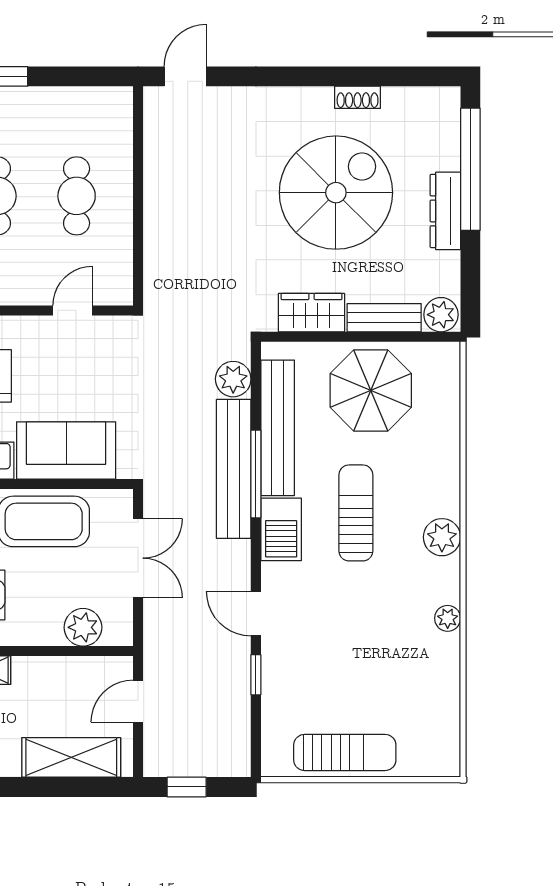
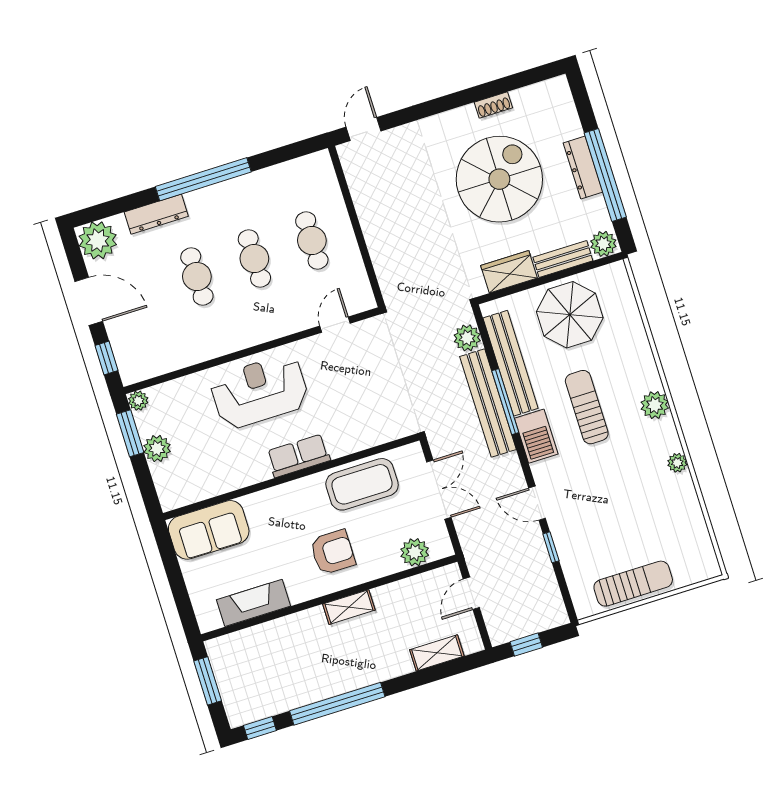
window: (470, 169) -> (605, 175), moved
sofa: (66, 451) -> (362, 428), removed
shelving: (71, 757) -> (437, 653), width x0.67, depth x0.75

